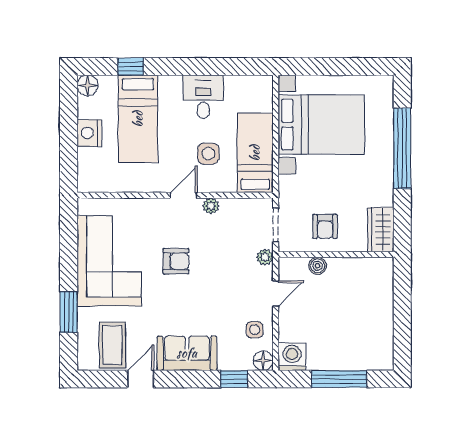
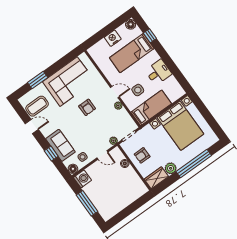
plant: (382, 194) -> (171, 168), added
sofa: (187, 353) -> (60, 145), moved
window: (234, 379) -> (51, 154), moved

